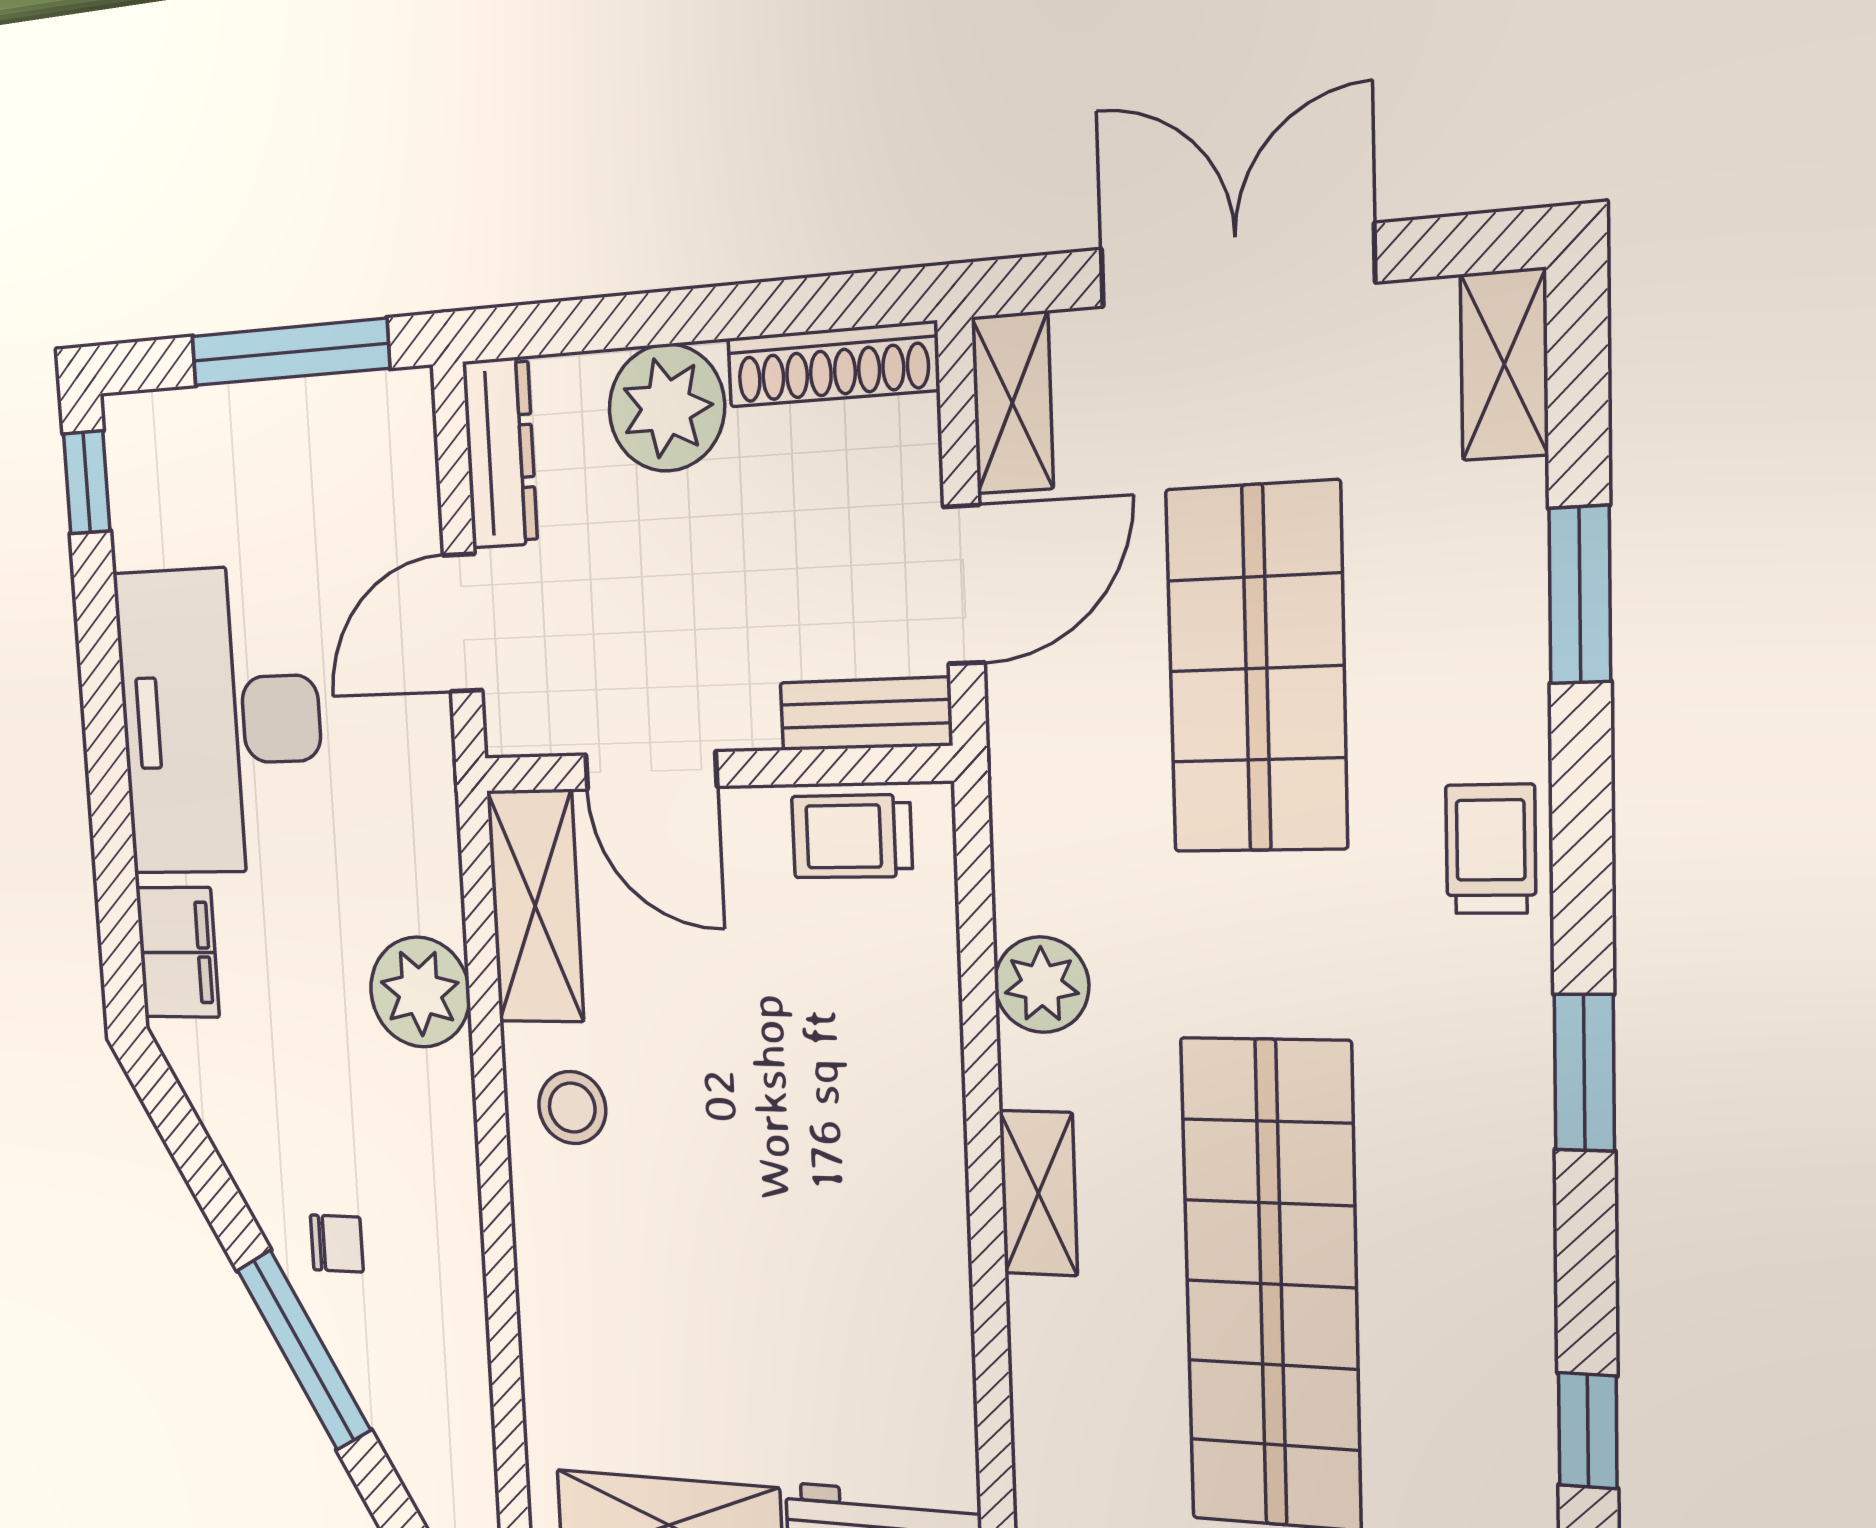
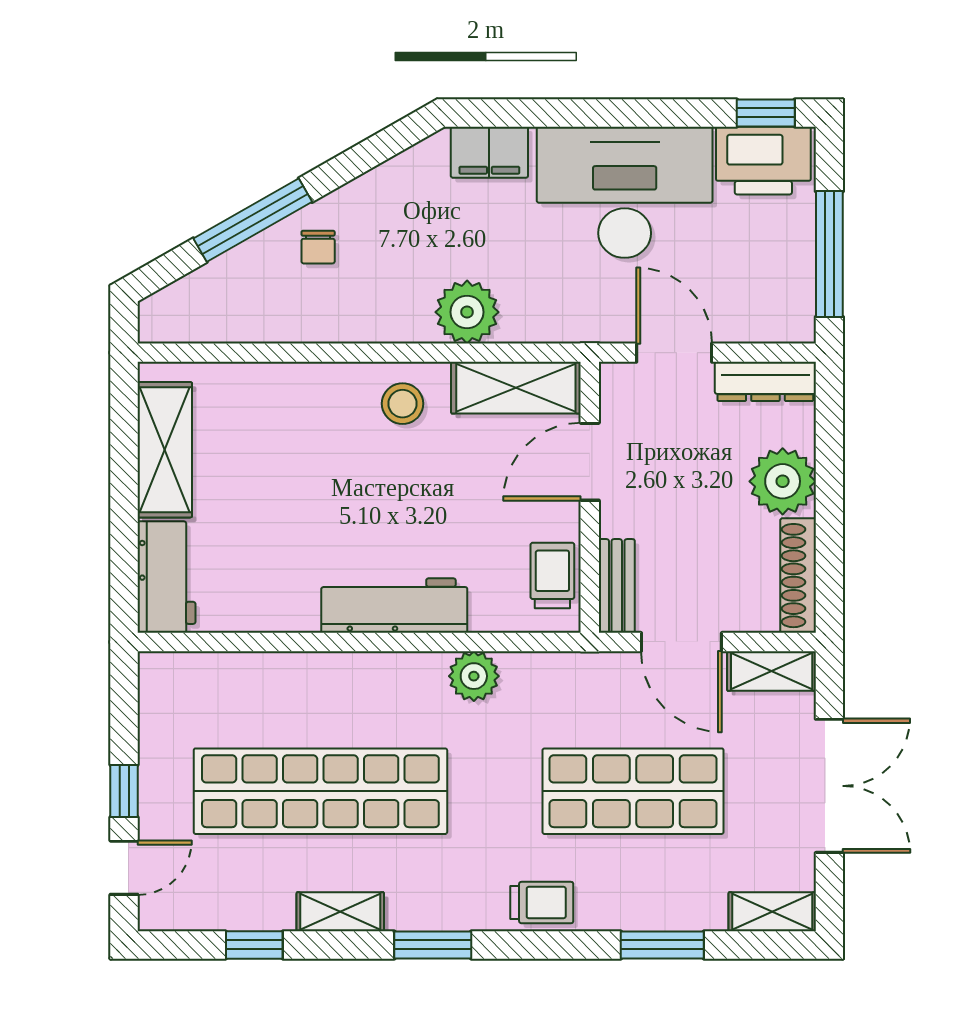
printer: (156, 481) -> (763, 161), added
workbench: (918, 1132) -> (394, 606), added
shelving: (1038, 1193) -> (340, 912), moved

